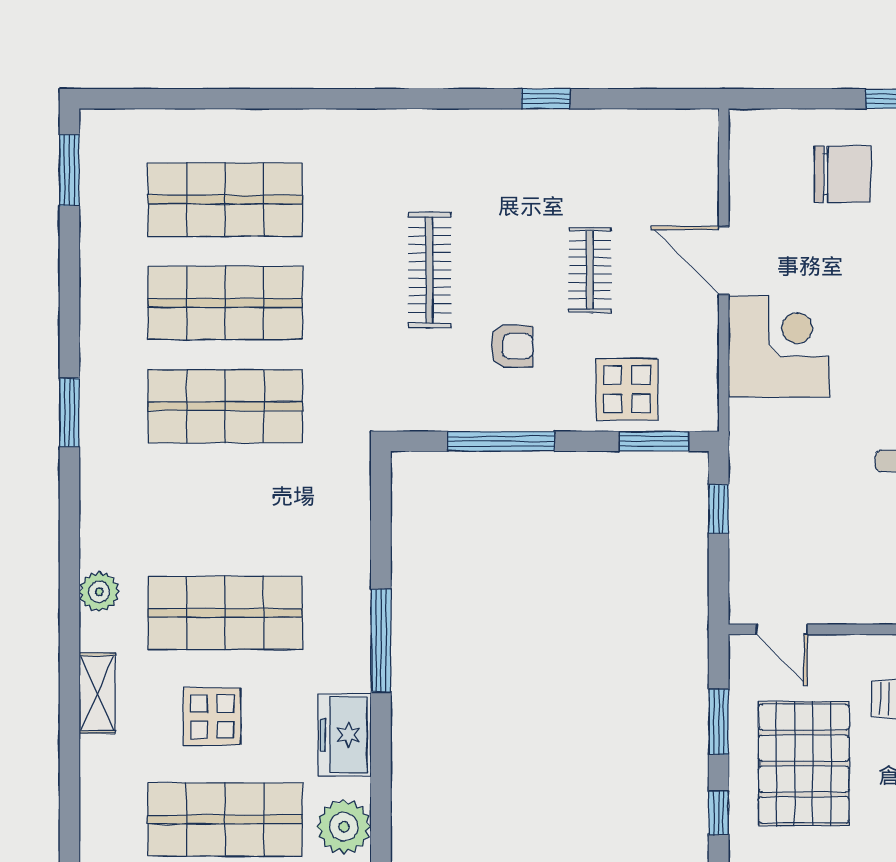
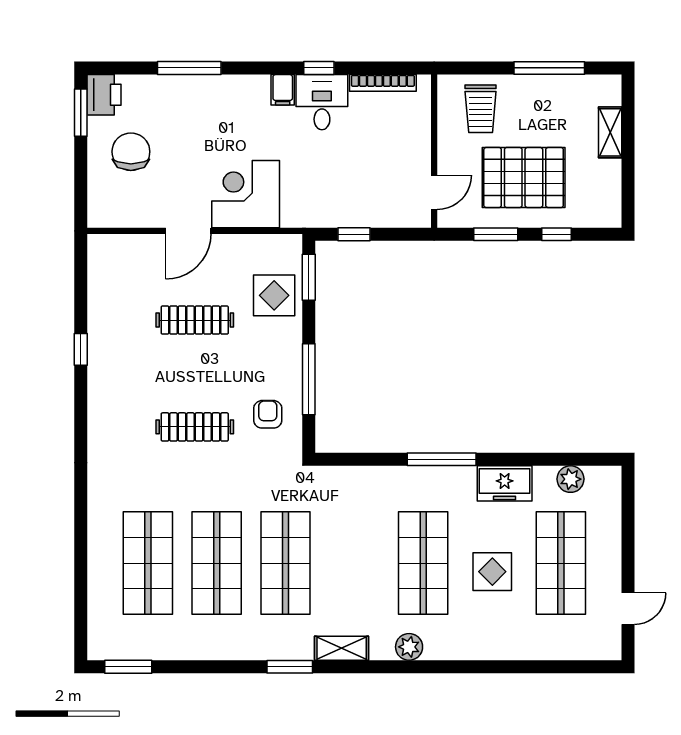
clothes rail: (590, 270) -> (195, 320), width x1.36
armchair: (512, 346) -> (268, 414), moved
shelving: (97, 693) -> (342, 648), moved
plant: (344, 827) -> (570, 479), width x0.73, depth x0.73

